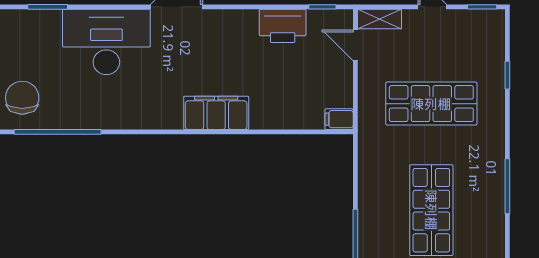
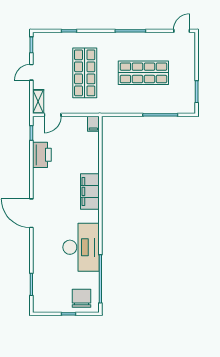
desk: (106, 42) -> (81, 247), moved, turned 180
chair: (22, 98) -> (81, 298), turned 90

